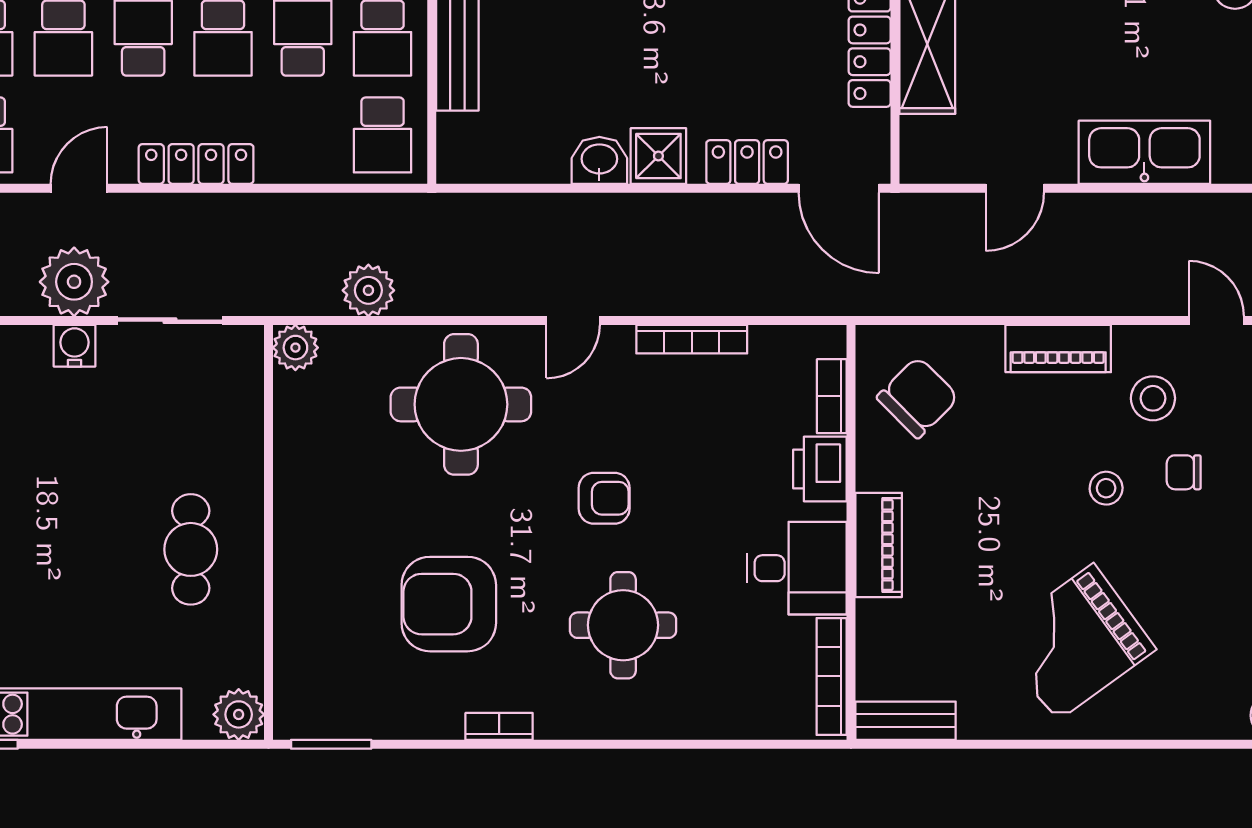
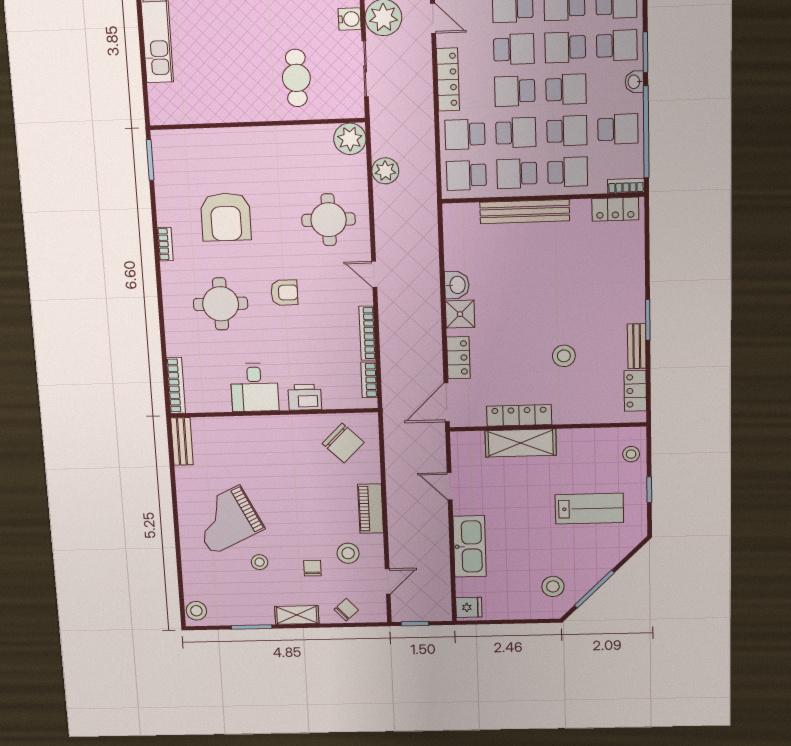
school desk: (303, 135) -> (465, 134), added
plant: (295, 348) -> (350, 139), width x1.36, depth x1.36
bookcase: (832, 396) -> (369, 380), moved, turned -90
round table: (461, 404) -> (329, 220), width x0.73, depth x0.73
stool: (1106, 488) -> (260, 562), moved
armchair: (604, 498) -> (284, 293), turned -90
piano: (879, 545) -> (268, 426), removed
cafe table: (191, 549) -> (296, 78), moved, turned 90
armchair: (449, 604) -> (226, 217), turned 180
grand piano: (1075, 642) -> (226, 520), turned -80
bookcase: (832, 676) -> (176, 385), moved, turned 90
plant: (239, 714) -> (162, 112), removed

